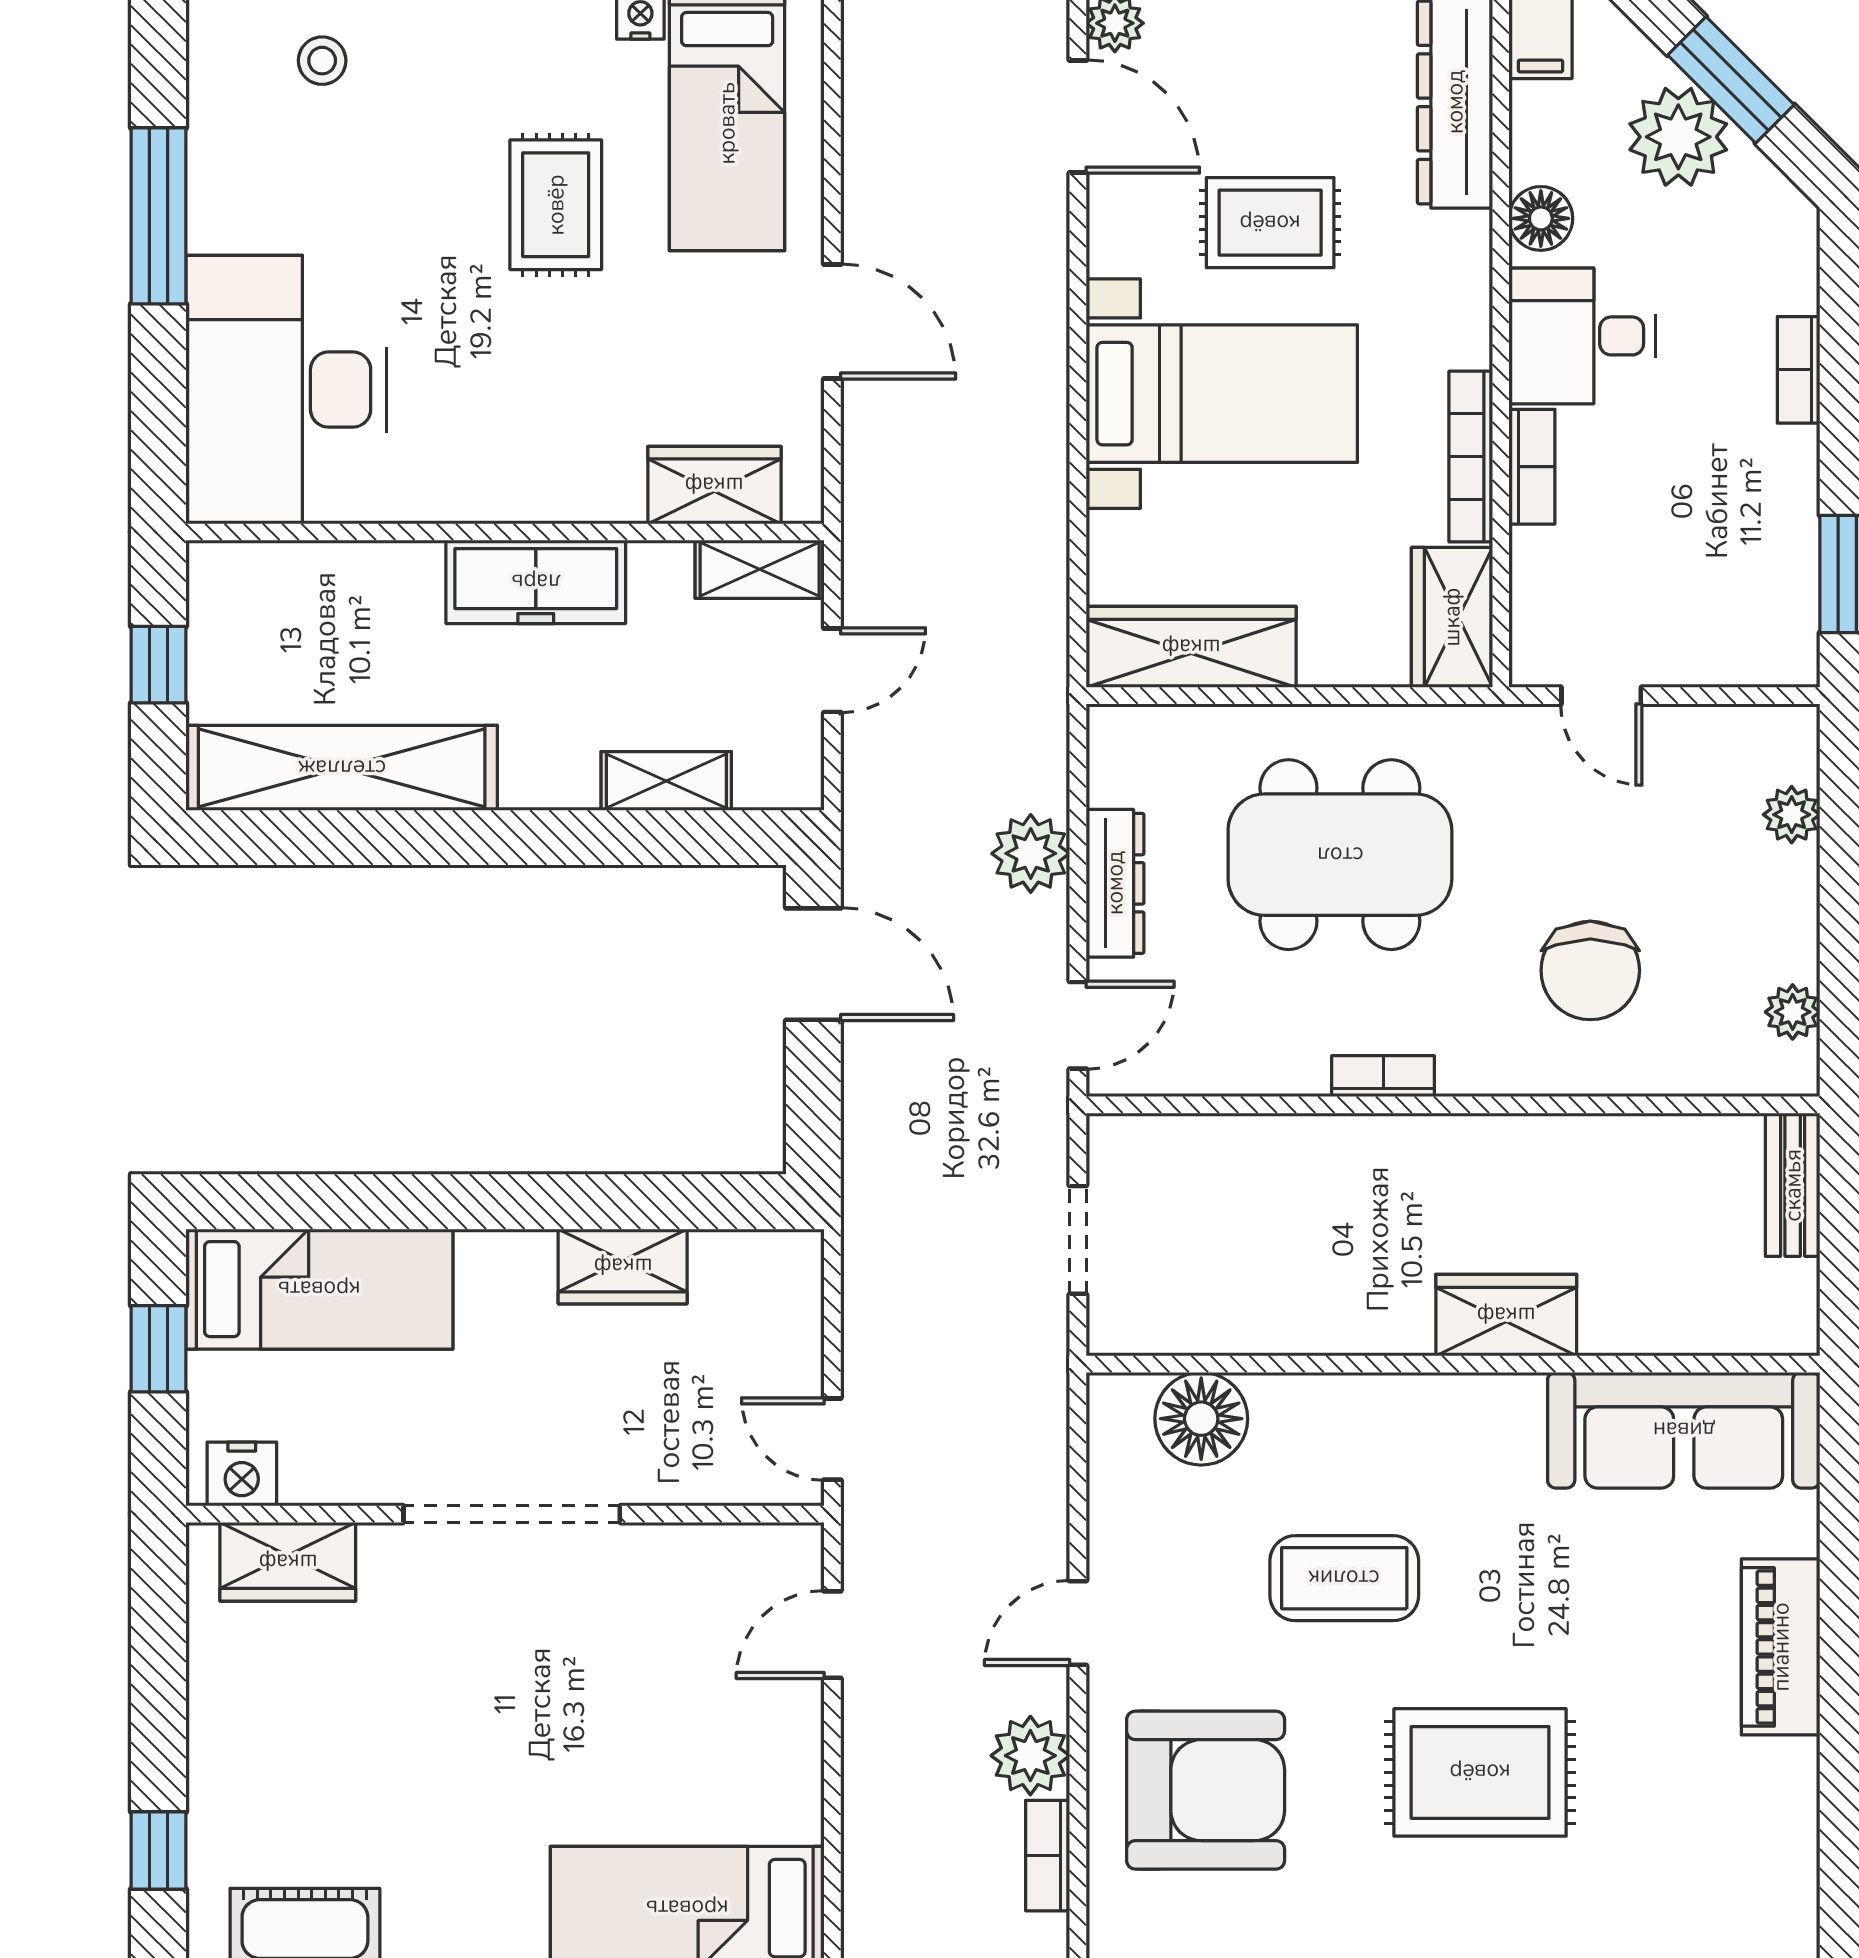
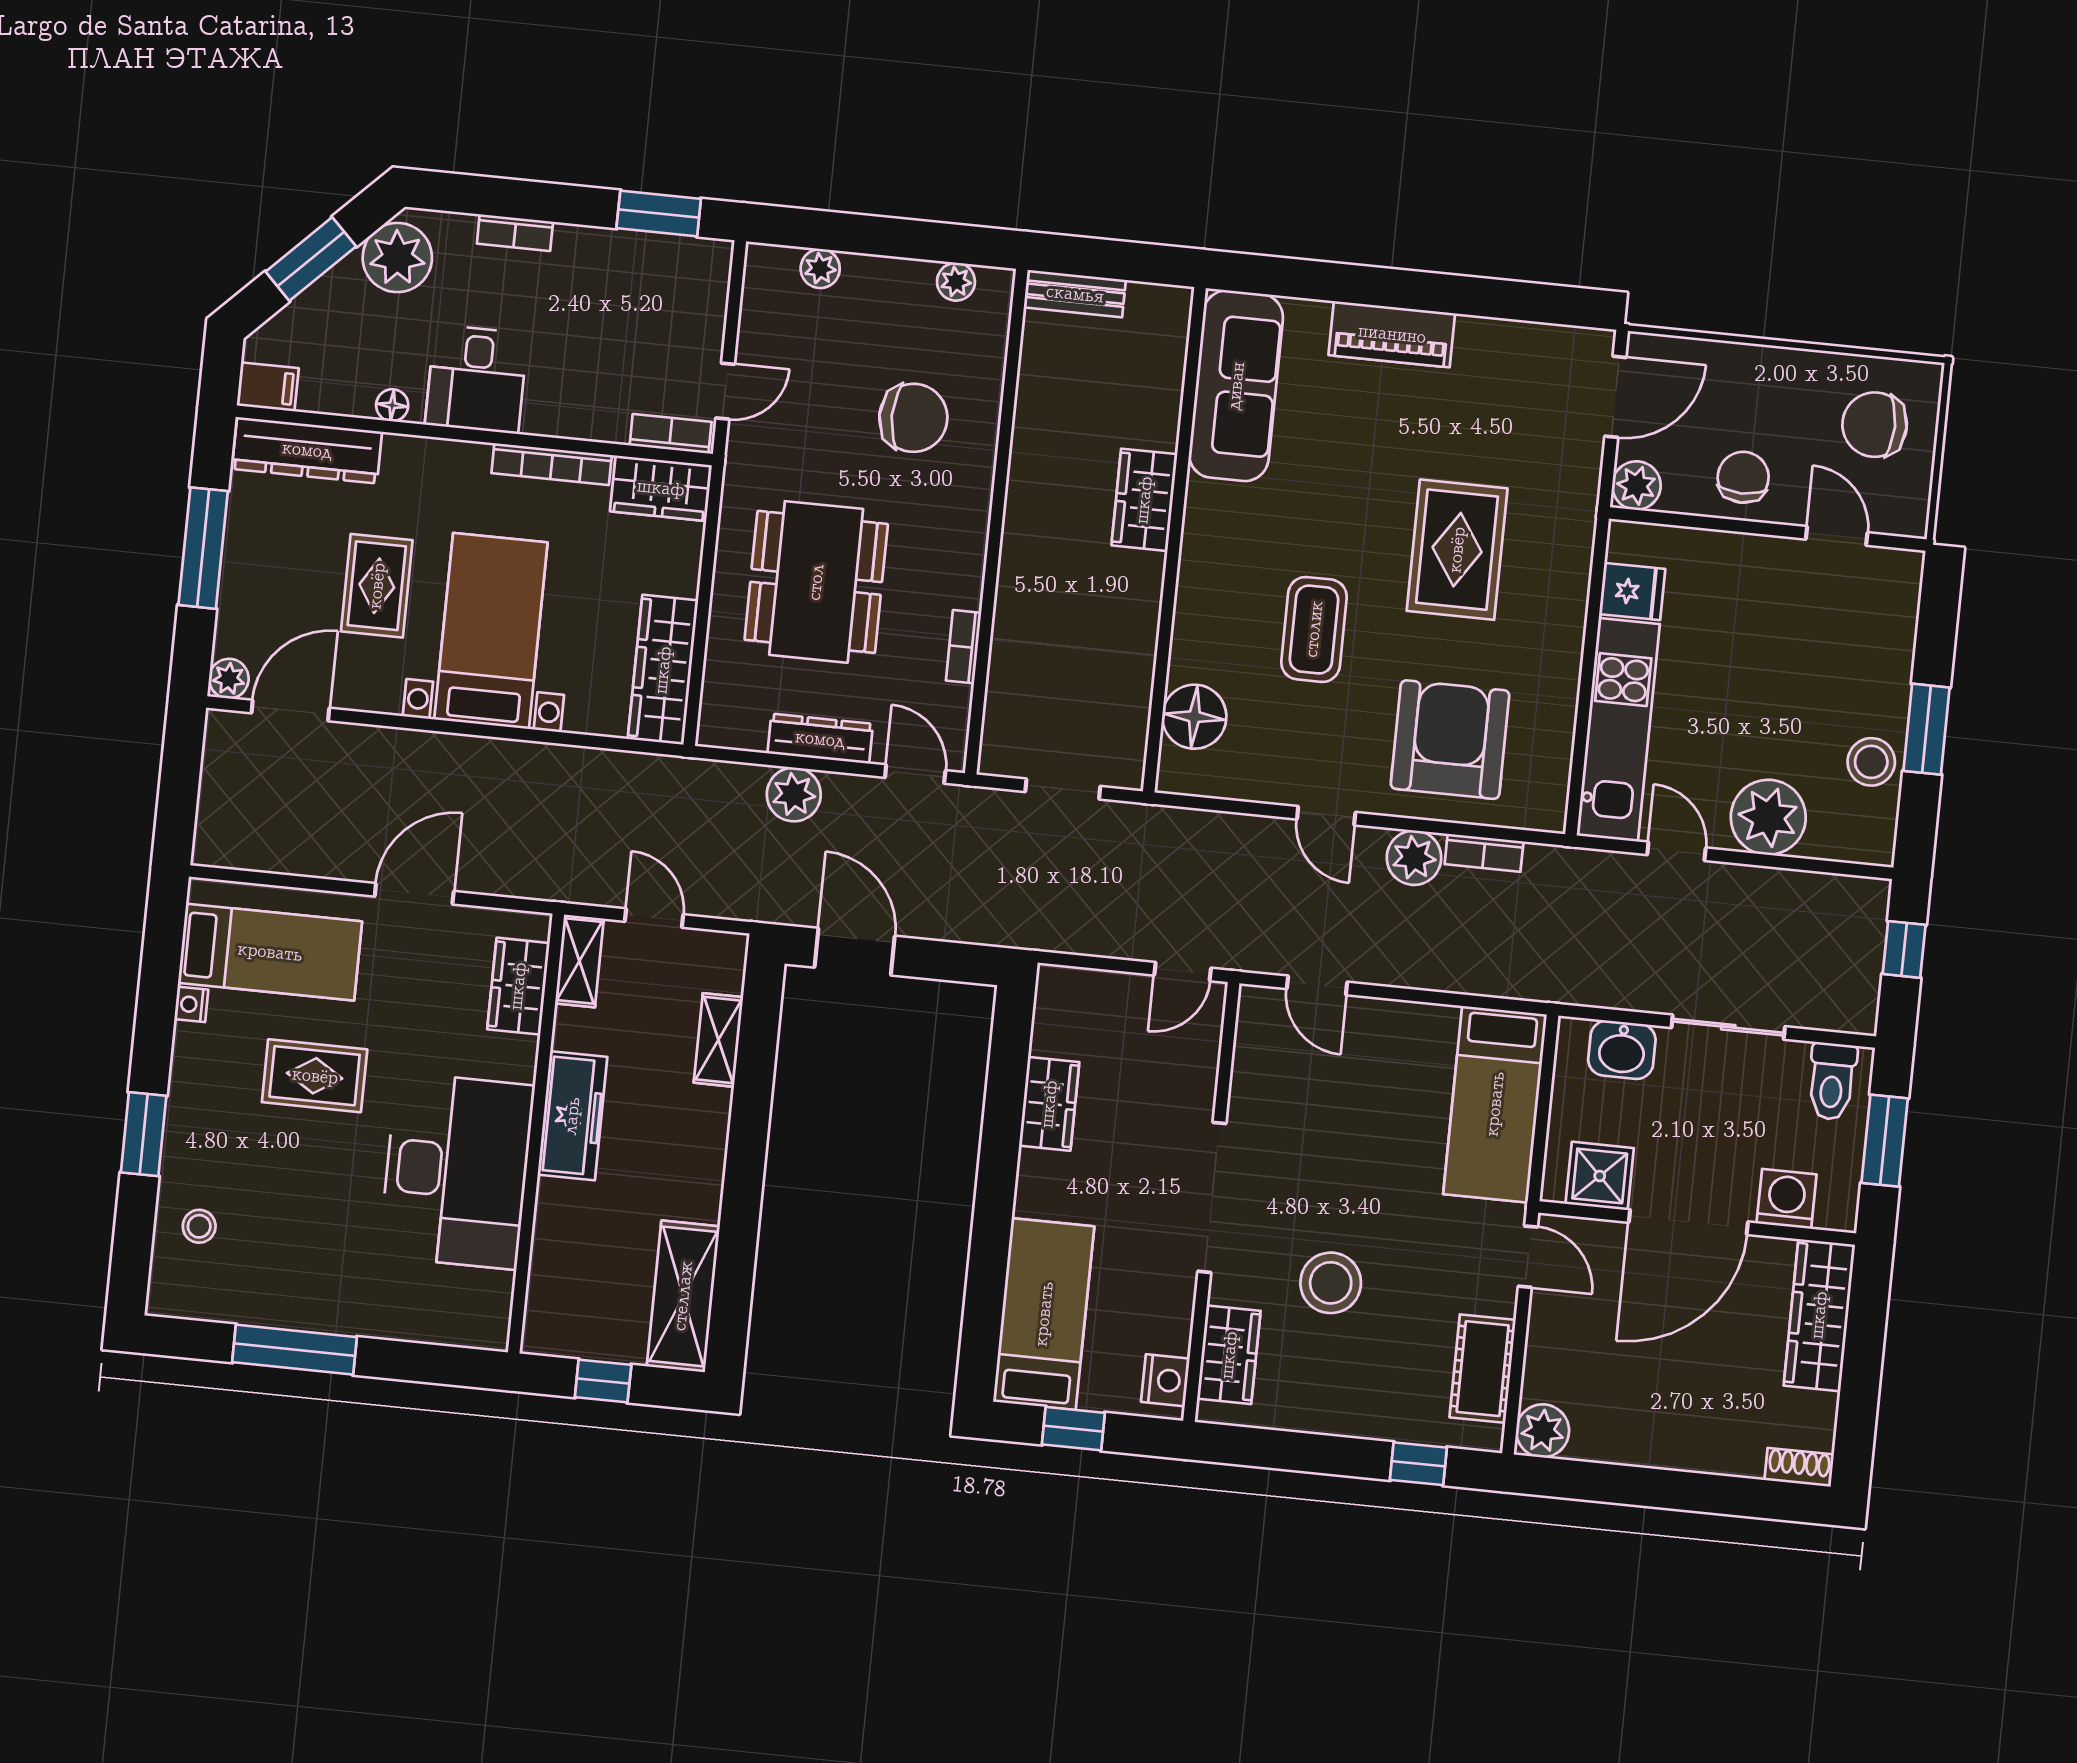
plant: (1678, 137) -> (397, 258), moved
floor lamp: (1541, 218) -> (392, 405), width x0.73, depth x0.73
desk: (286, 390) -> (457, 1171), moved, turned -90
bookcase: (1532, 467) -> (671, 434), moved
shelving: (342, 768) -> (683, 1296), width x0.68
door: (813, 964) -> (855, 952), hinge flipped
bookcase: (1383, 1076) -> (964, 647), moved
stool: (406, 1698) -> (1331, 1283), added

